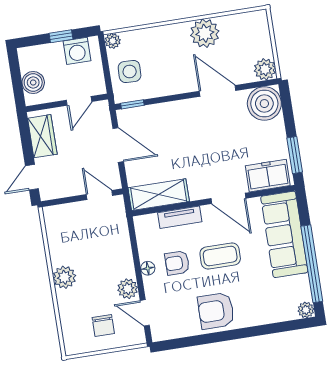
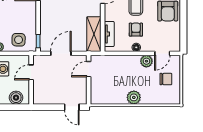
door: (79, 101) -> (31, 72), swing flipped
wardrobe: (42, 136) -> (49, 97), removed
tv unit: (180, 217) -> (109, 34), moved
armchair: (177, 263) -> (136, 30), turned 180

